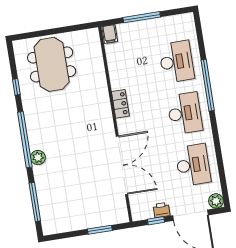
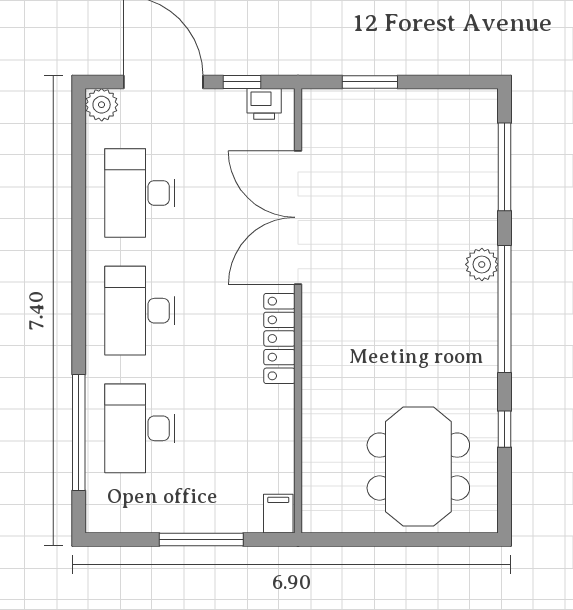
window: (208, 85) -> (79, 432), moved
locker: (120, 104) -> (279, 339), width x1.53
printer: (161, 210) -> (264, 104), moved

